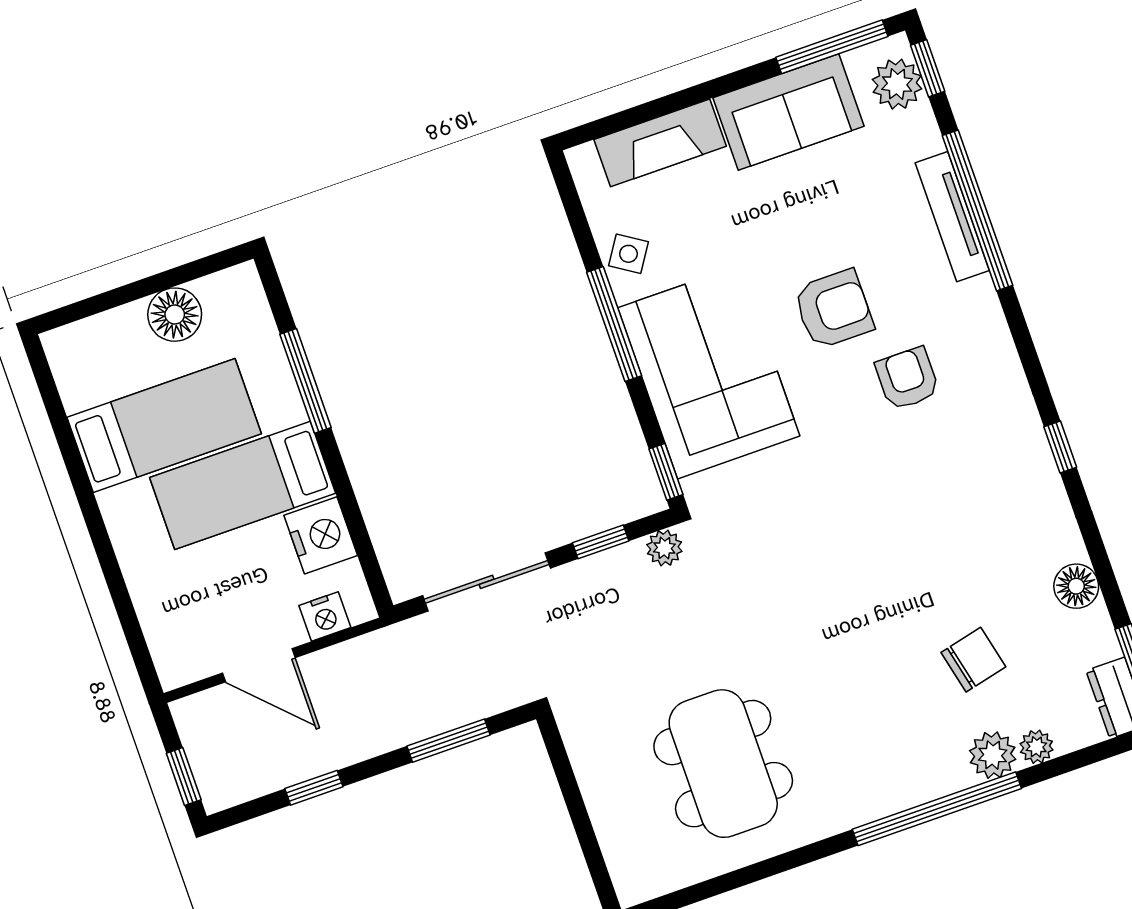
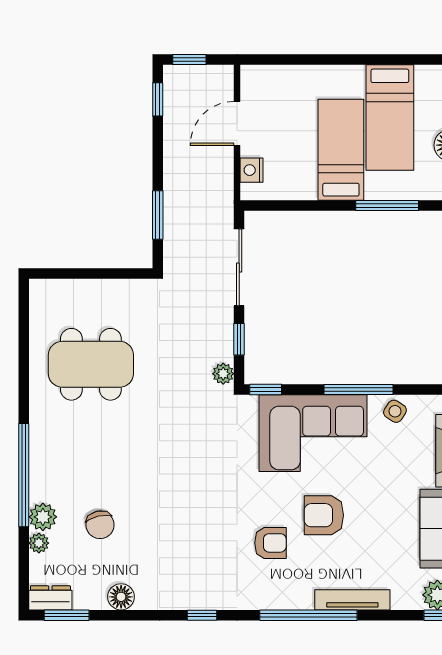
window: (977, 210) -> (308, 615), moved
armchair: (833, 309) -> (324, 515), turned 90
nightstand: (321, 535) -> (298, 184), removed
window: (314, 788) -> (158, 99), moved

